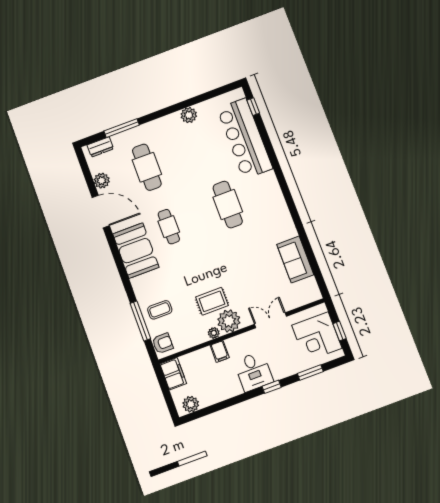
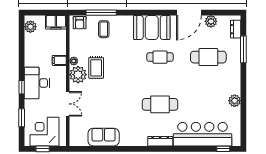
dresser: (273, 187) -> (160, 141), added
desk: (254, 371) -> (37, 83), width x1.37

